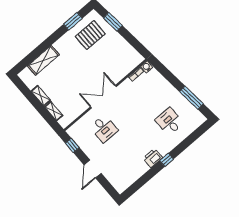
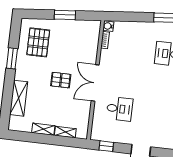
window: (73, 21) -> (12, 58), moved
window: (113, 22) -> (65, 15), moved
pallet: (82, 74) -> (61, 80), added

